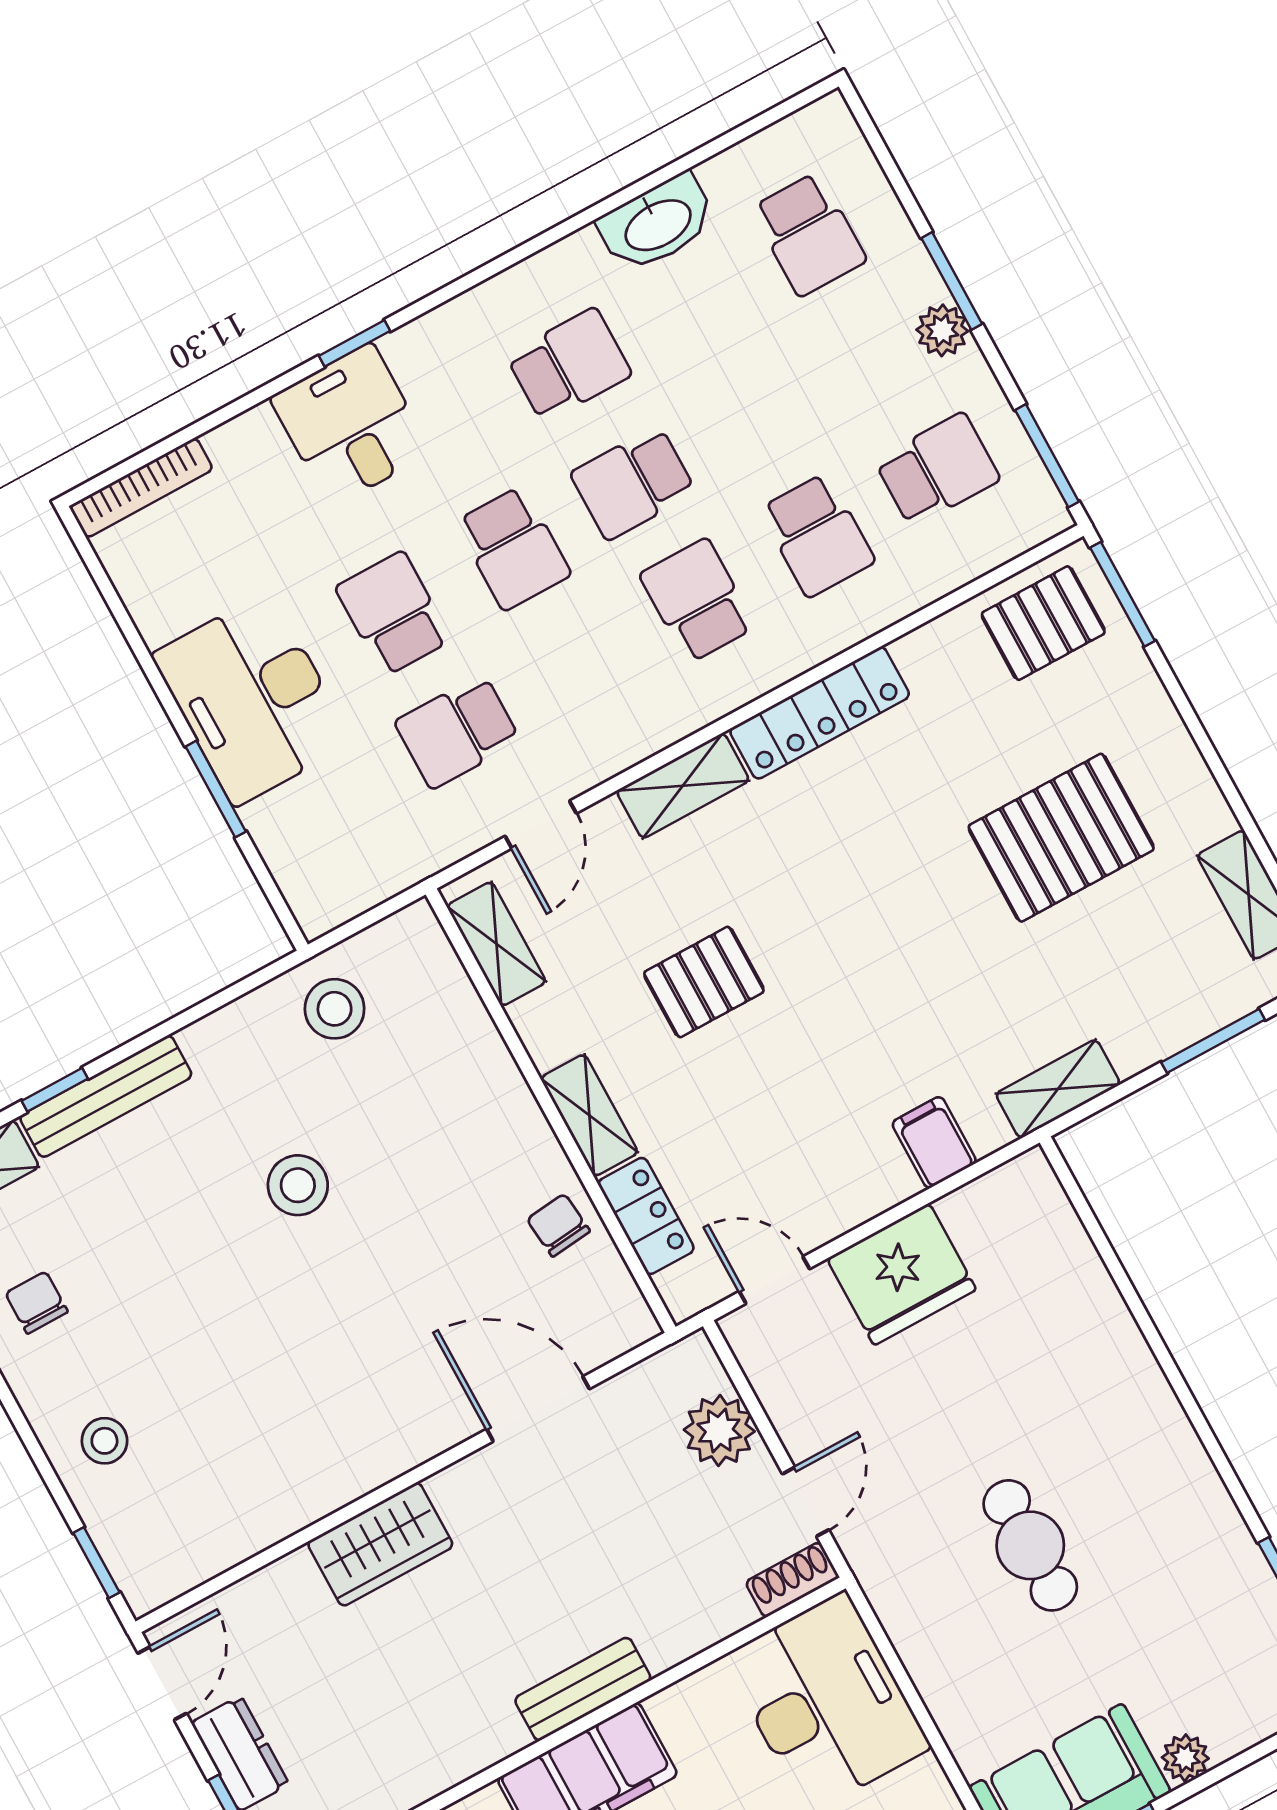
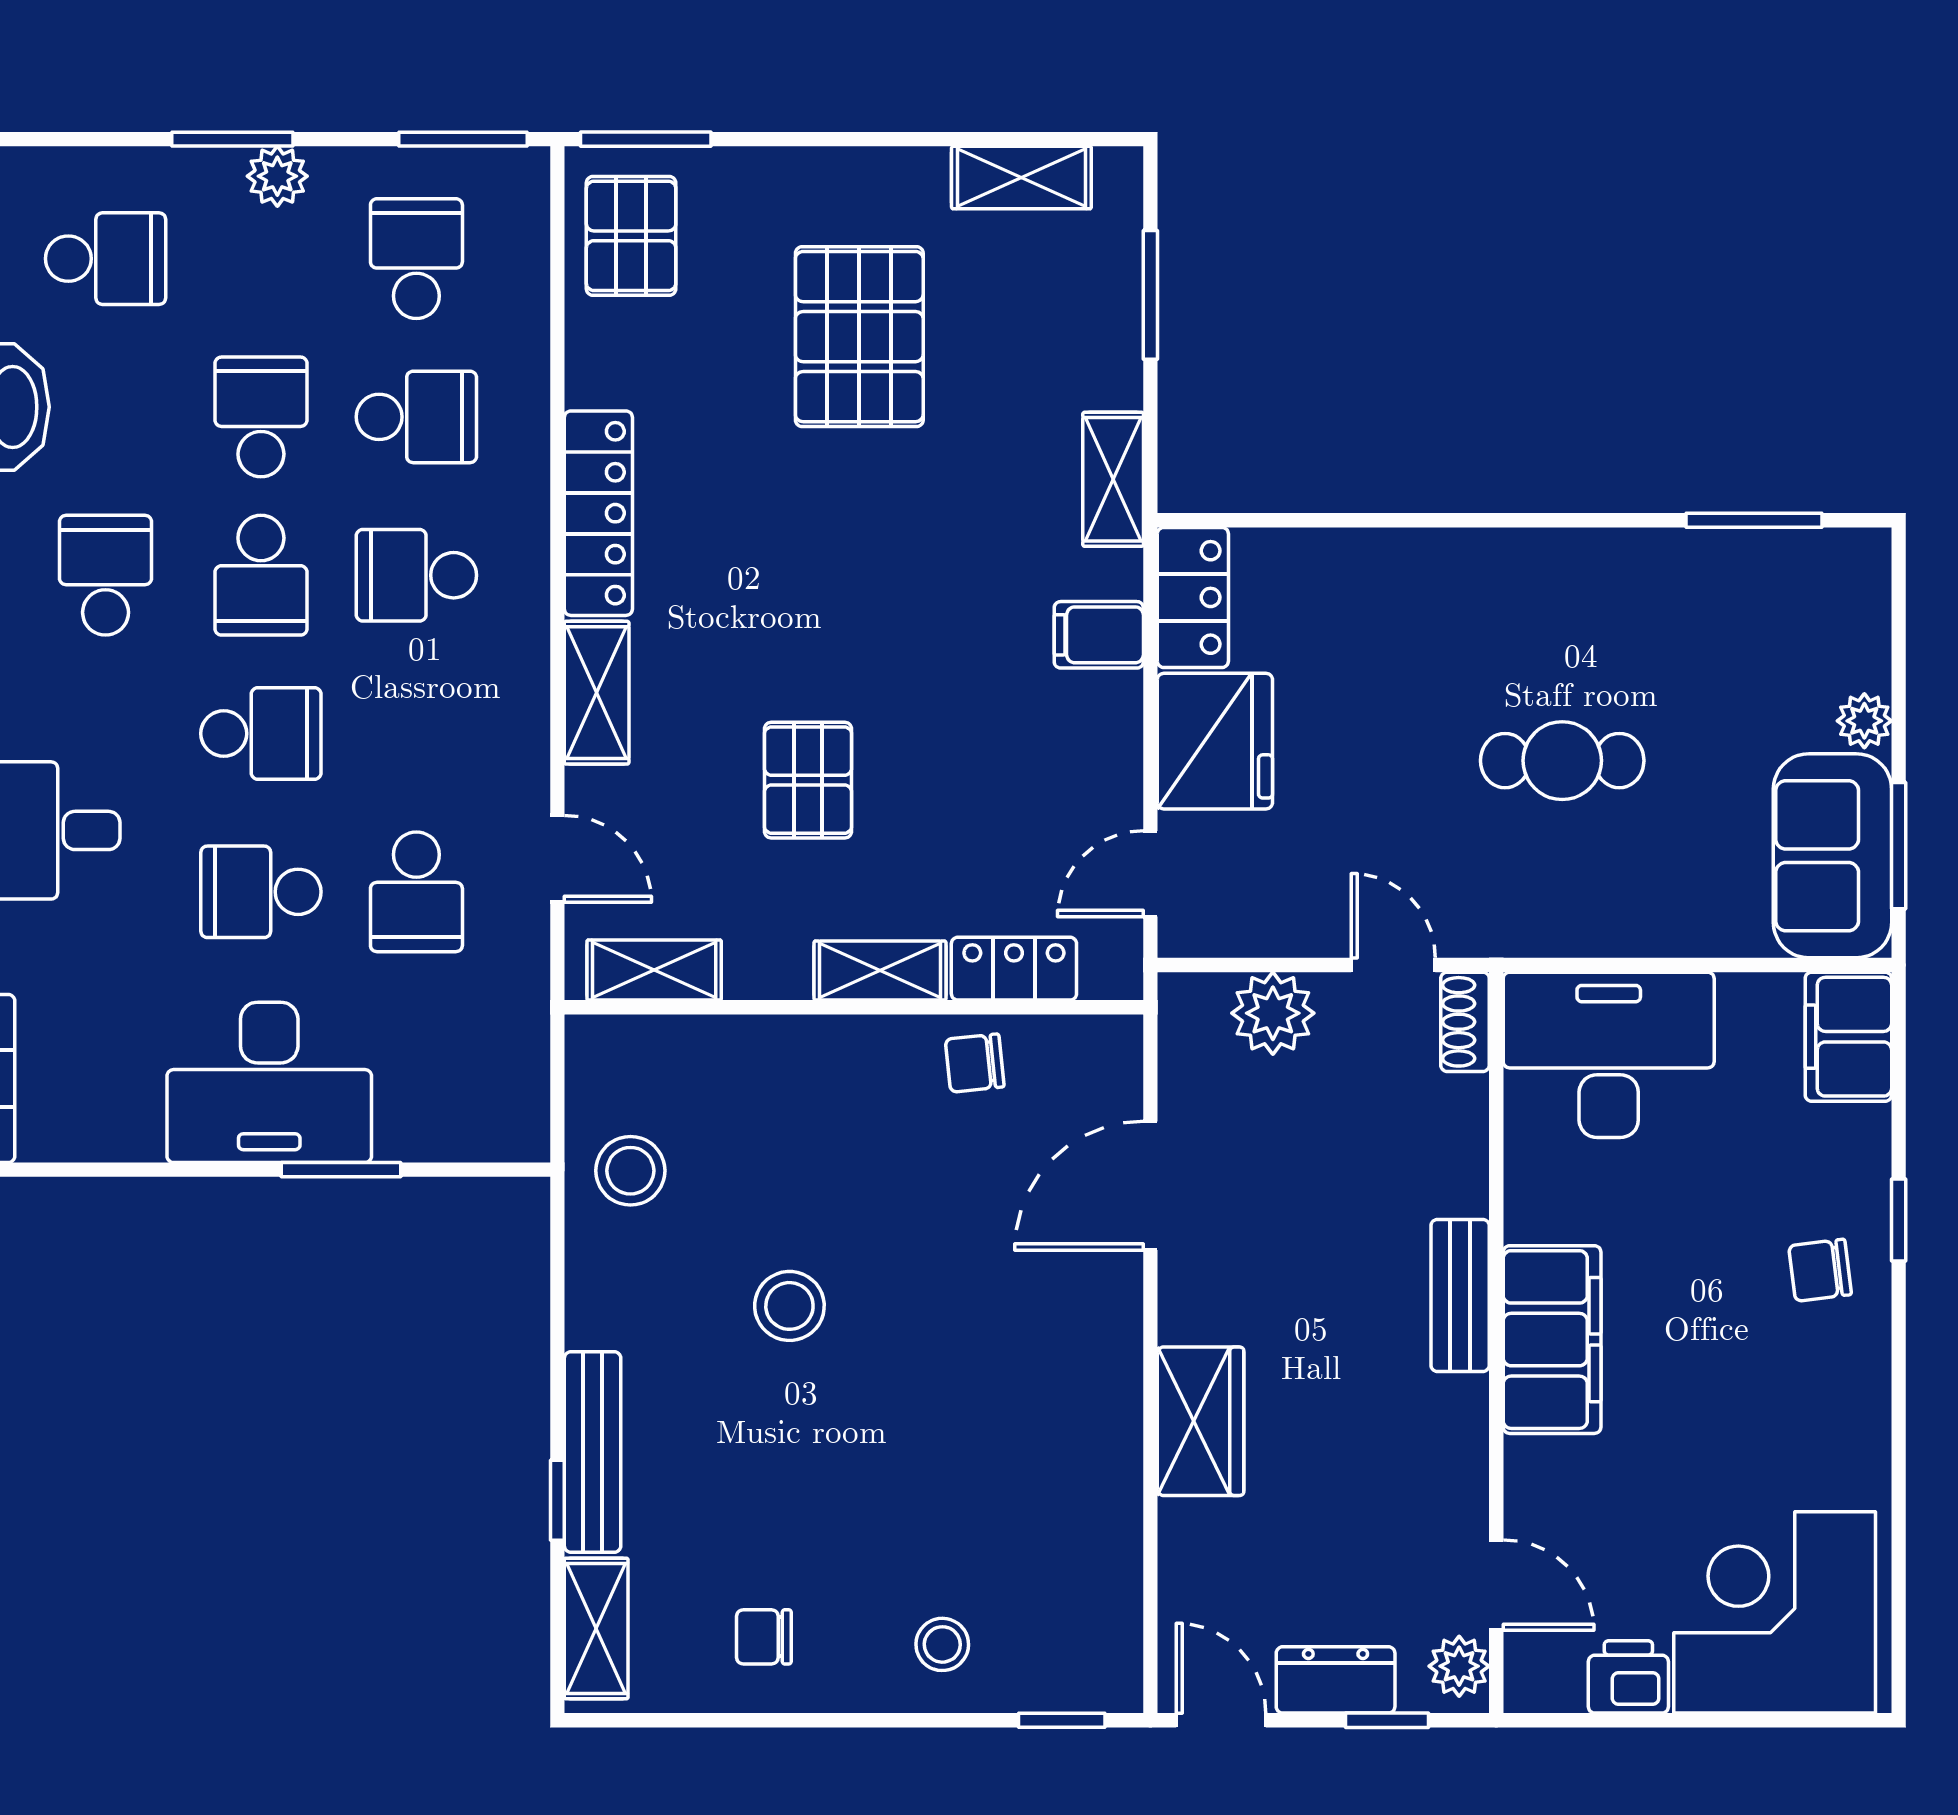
school desk: (753, 417) -> (261, 417), added
locker: (1001, 1198) -> (1193, 597), added

